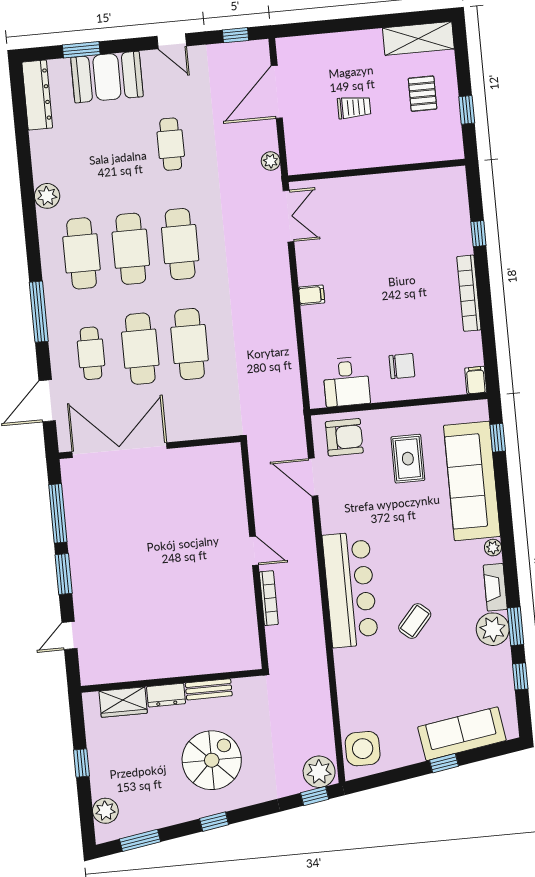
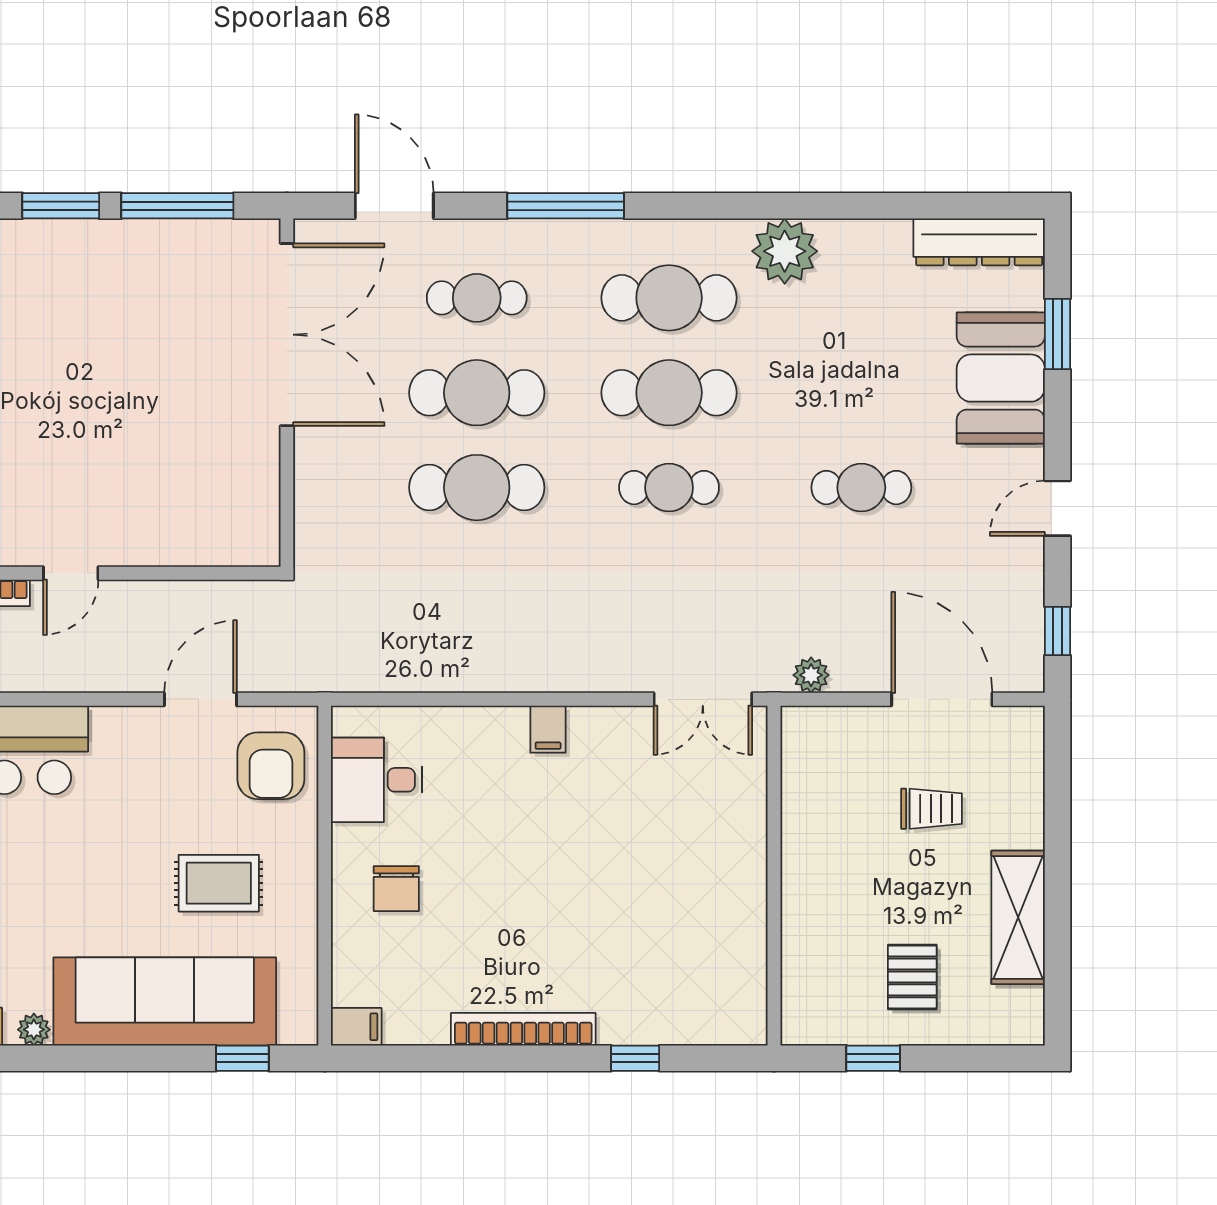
shelving: (418, 38) -> (1018, 917), moved
pallet: (423, 94) -> (912, 977), turned 90
trolley: (354, 107) -> (932, 809), moved, turned -90
plant: (47, 196) -> (785, 251), width x1.36, depth x1.36
cafe table: (180, 244) -> (669, 488), width x0.73, depth x0.74

